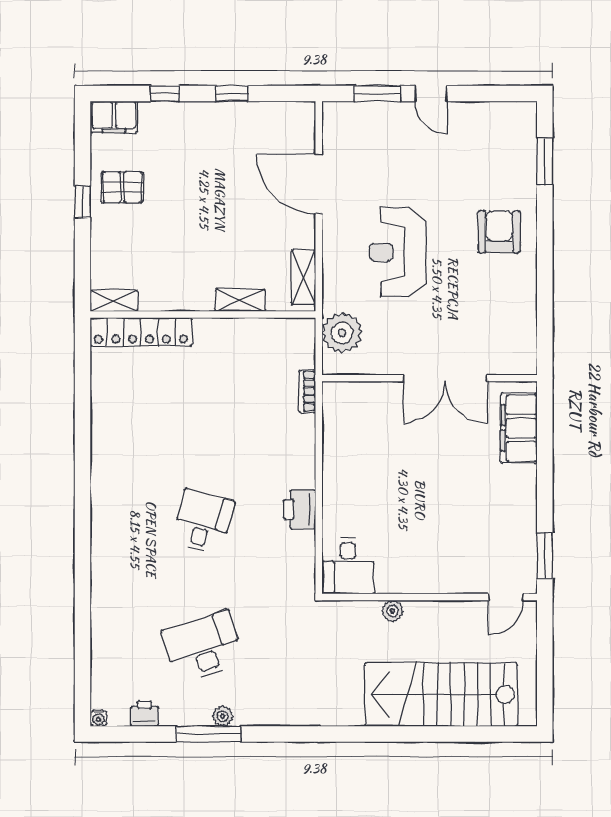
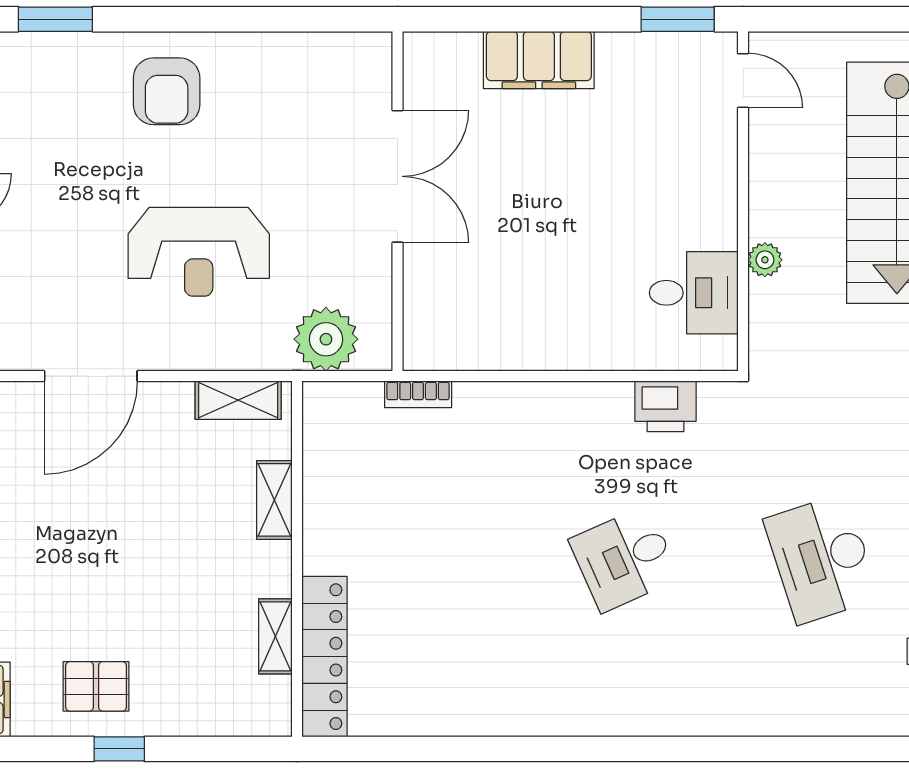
pallet: (122, 187) -> (96, 686), turned 90
armchair: (499, 232) -> (167, 91), turned -90
shelving: (114, 301) -> (275, 636), moved
filing cabinet: (519, 428) -> (539, 60), moved
printer: (300, 509) -> (665, 406), moved
desk: (203, 522) -> (625, 559), turned -39
desk: (348, 566) -> (694, 293), moved

